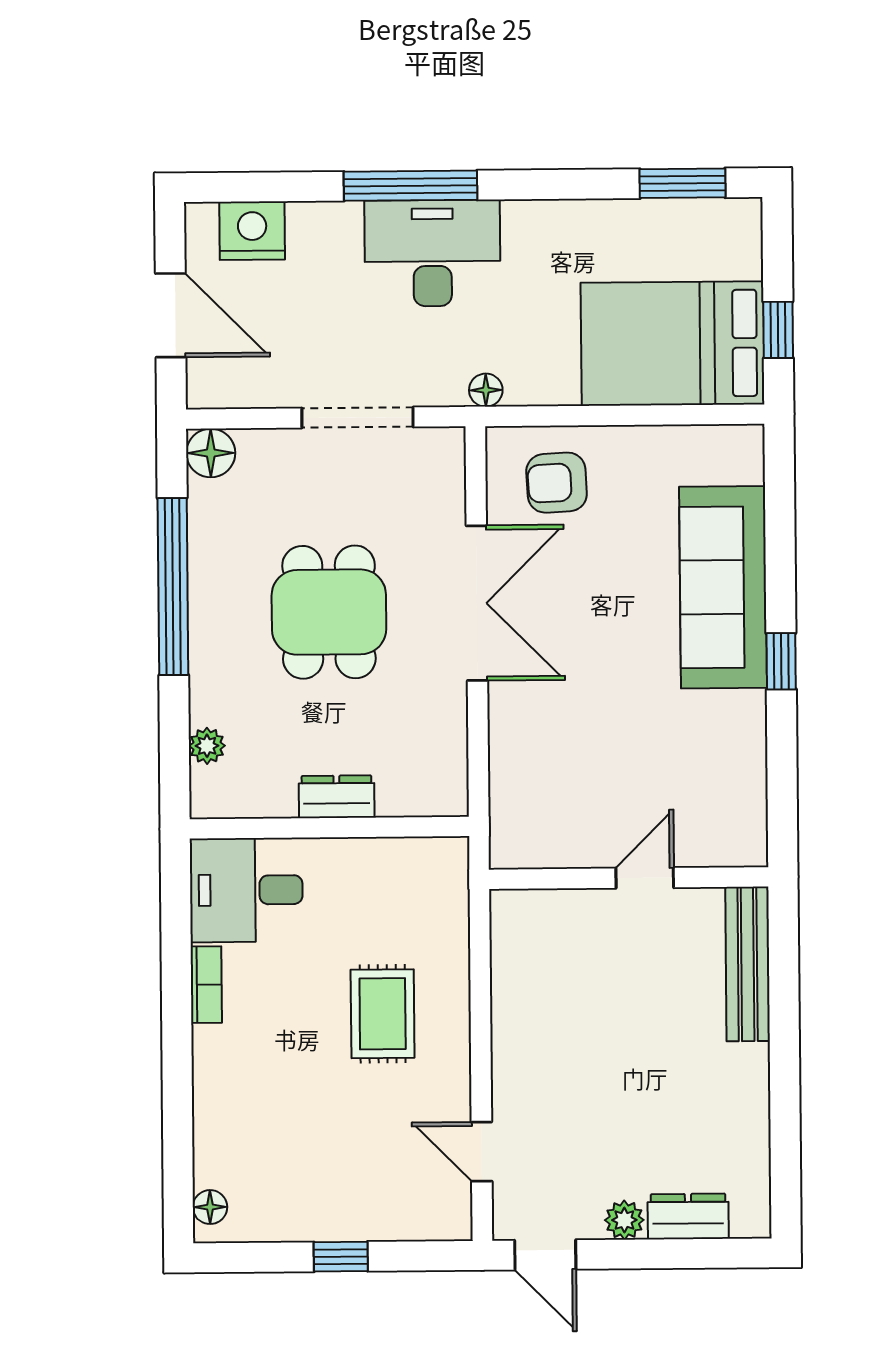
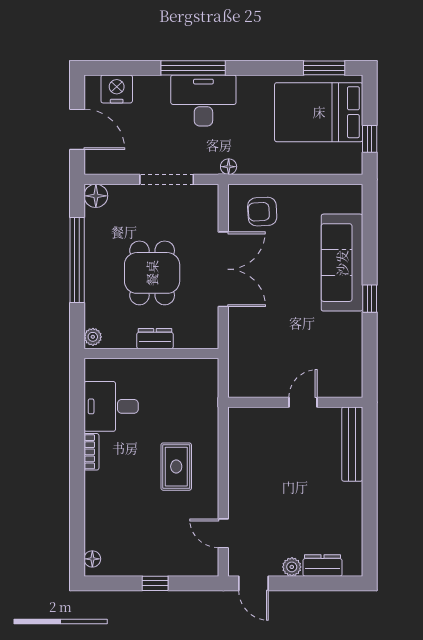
bed: (673, 344) -> (319, 112), moved
dresser: (337, 797) -> (155, 339), moved
wall: (329, 828) -> (151, 353), moved

